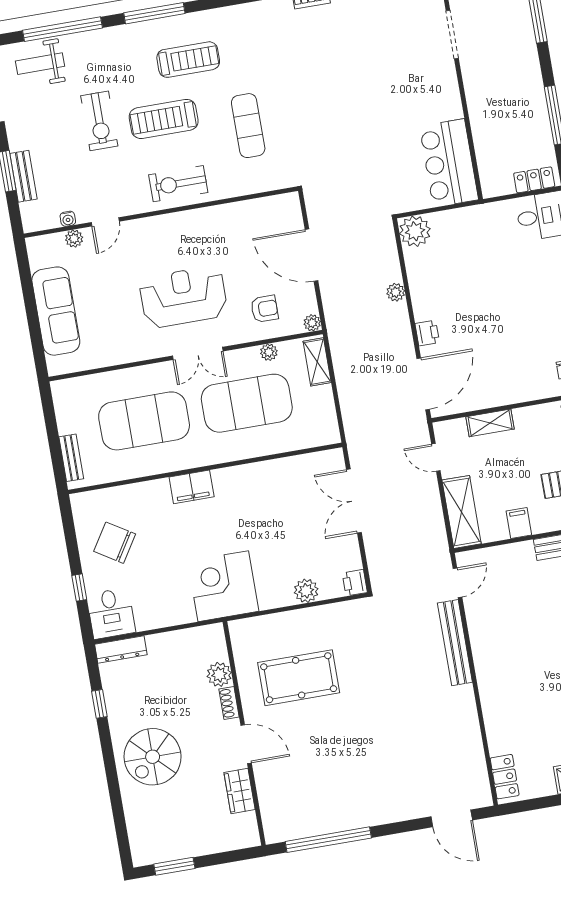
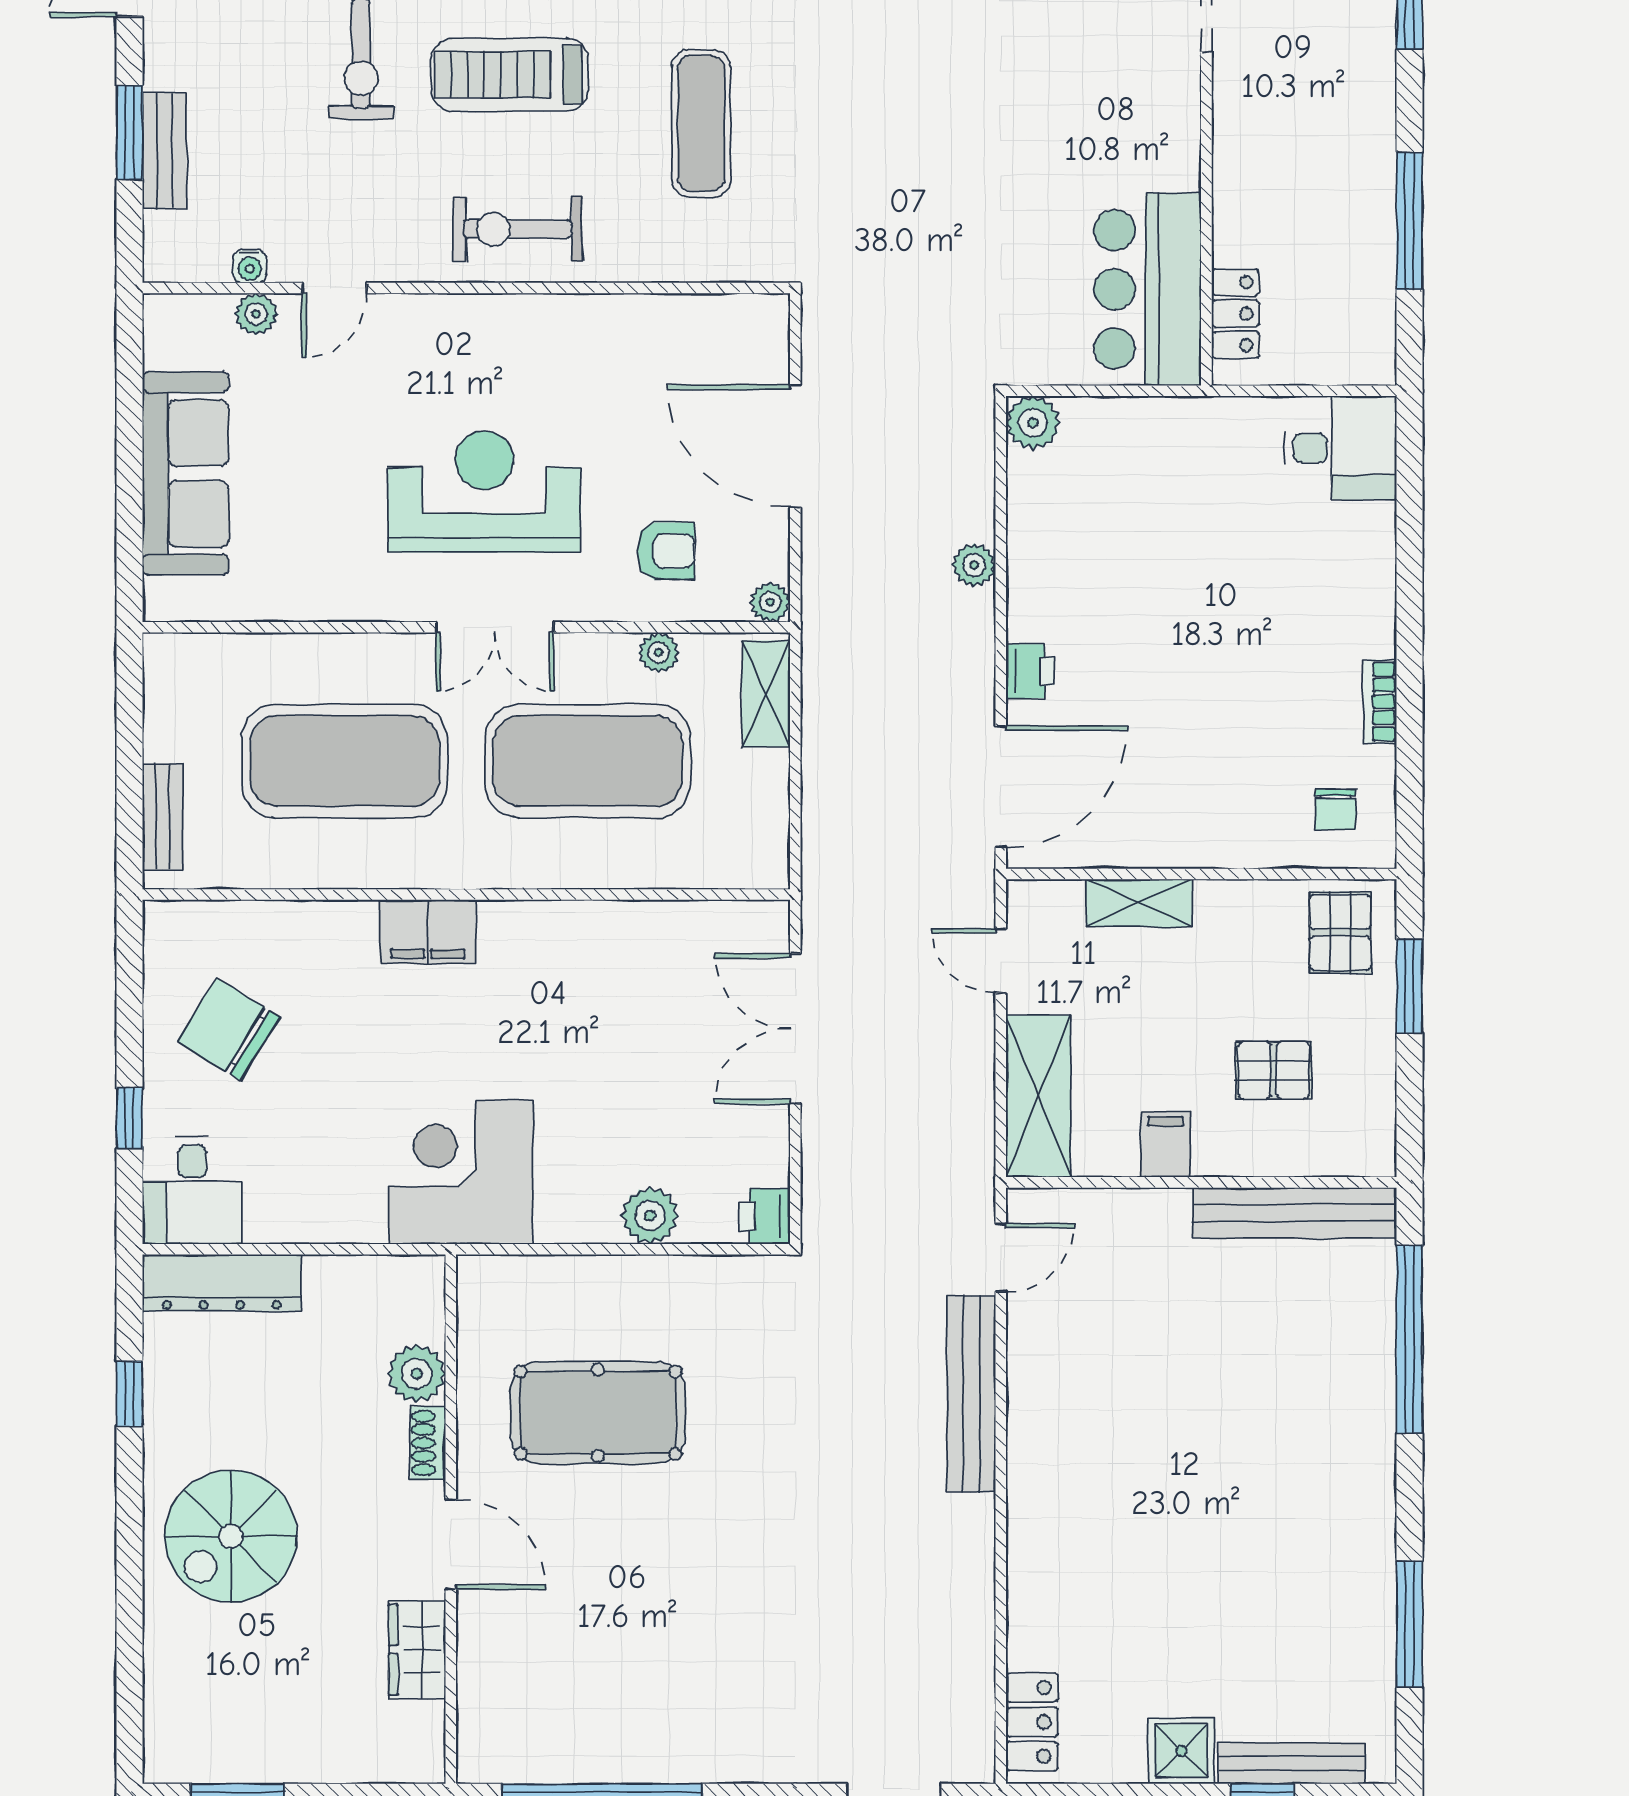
locker: (534, 180) -> (1235, 314), moved, turned 90
plant: (415, 231) -> (1033, 423), width x0.73, depth x0.73
dresser: (121, 649) -> (222, 1283), width x1.37, depth x1.24

